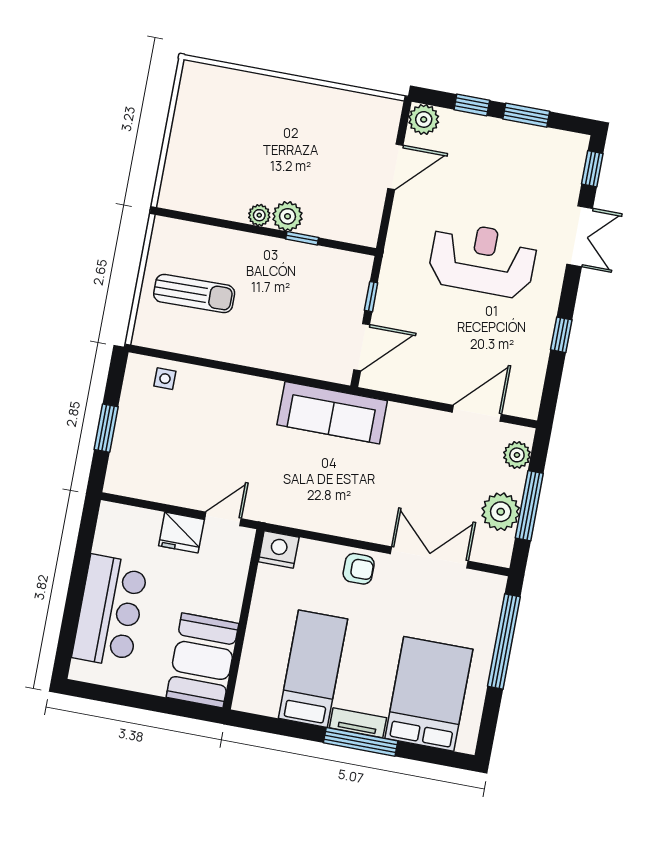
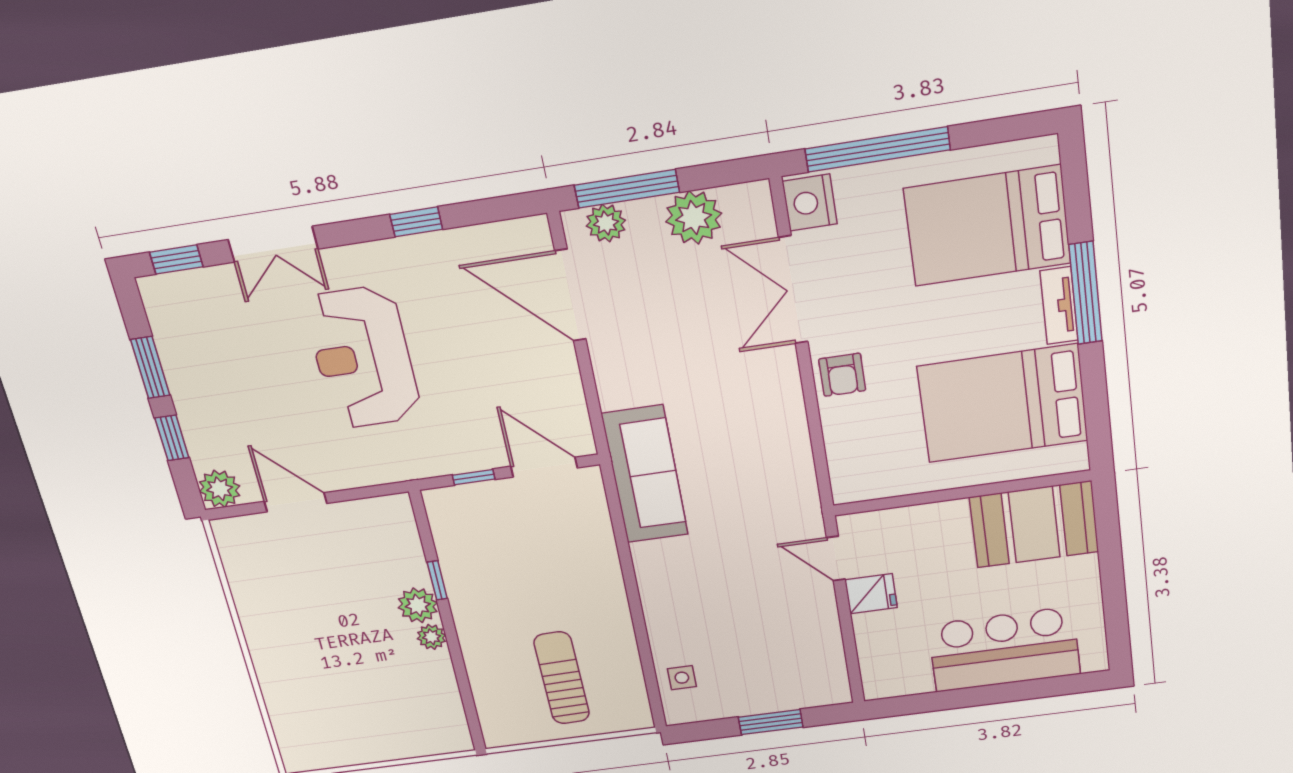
double door: (580, 236) -> (273, 244), swing flipped
door: (477, 413) -> (570, 295), width x1.36
window: (529, 506) -> (627, 189), moved
fridge: (181, 533) -> (871, 594), width x0.72
nightstand: (279, 549) -> (810, 203), moved
armchair: (359, 569) -> (842, 375), turned 180
bed: (313, 669) -> (1003, 404), width x1.50

